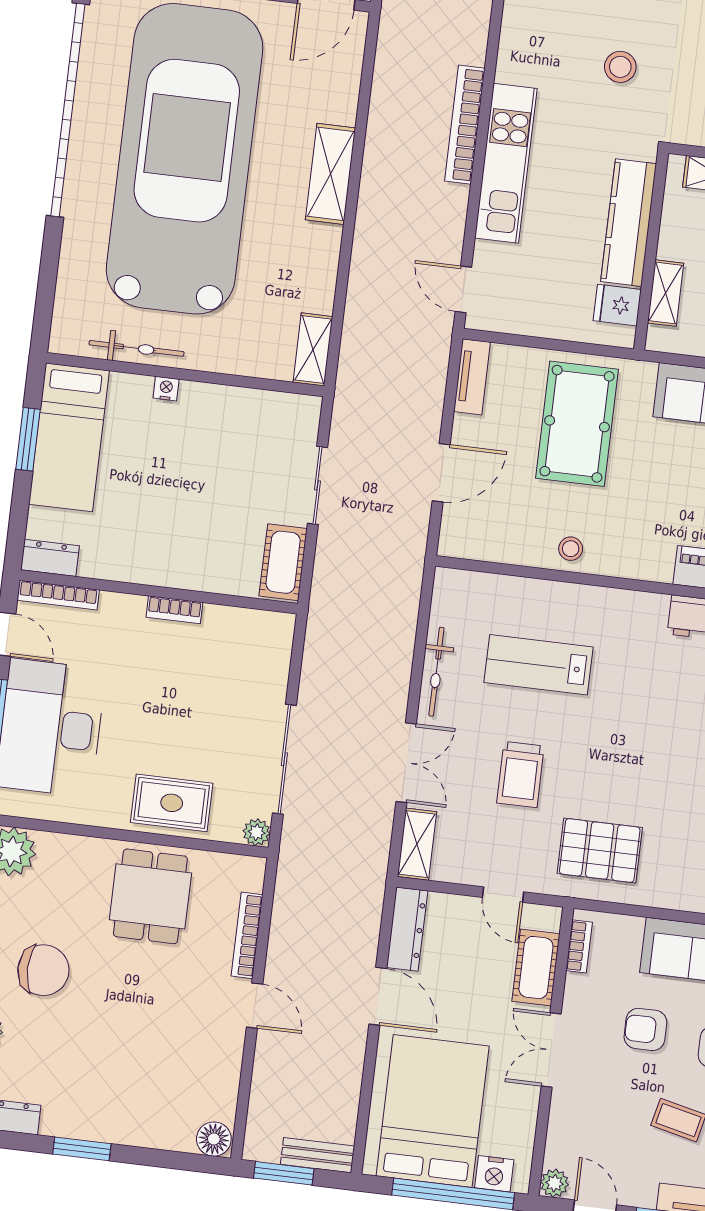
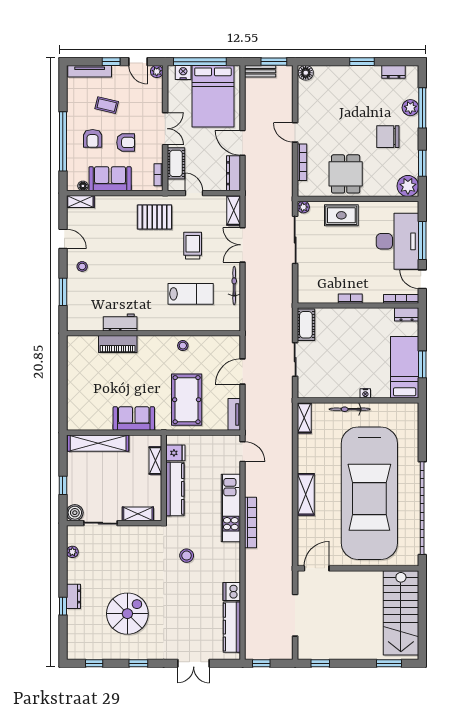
bicycle: (137, 348) -> (350, 409), moved

